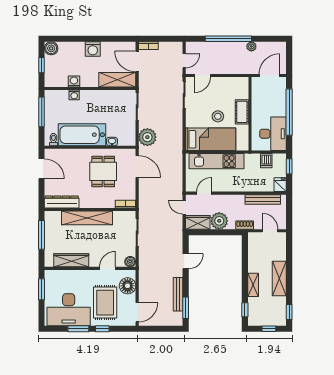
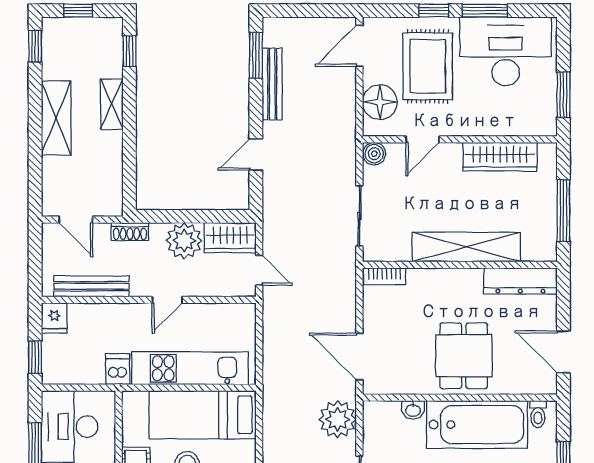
dishwasher: (266, 161) -> (118, 369), moved
dining table: (103, 171) -> (464, 356), moved
door: (204, 193) -> (167, 300), moved

